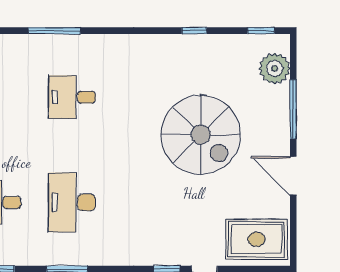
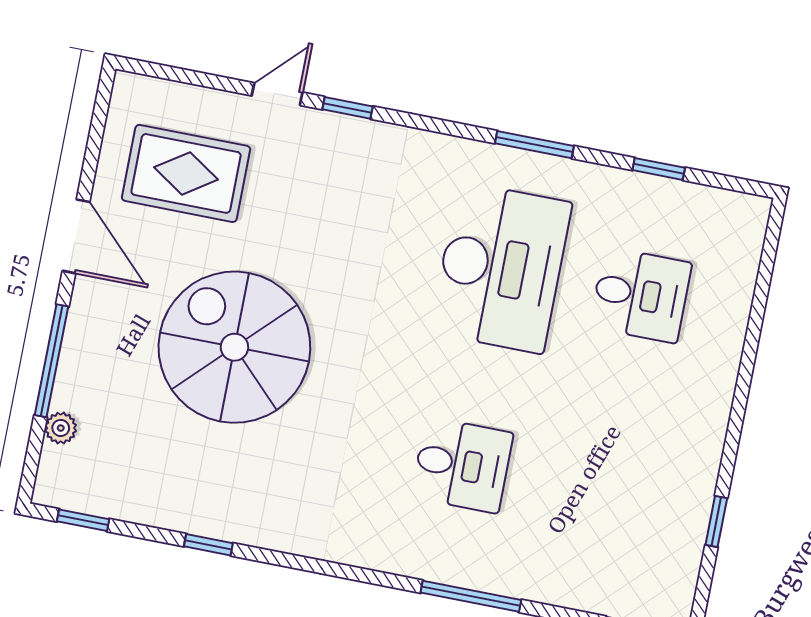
plant: (275, 68) -> (61, 428), width x0.53, depth x0.53
desk: (72, 202) -> (501, 267), width x1.36, depth x1.30
rug: (256, 239) -> (186, 173), moved

